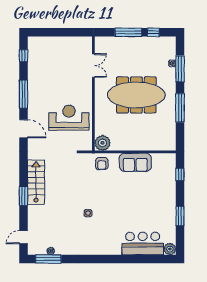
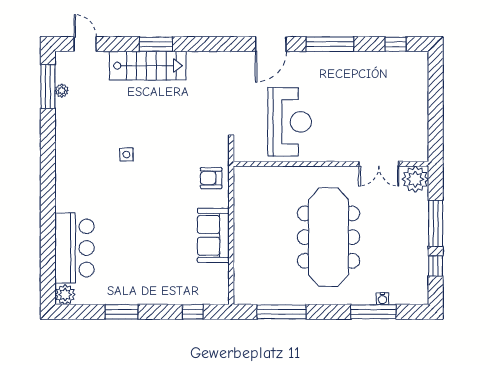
window: (180, 108) -> (282, 312), moved
plant: (102, 143) -> (415, 179), moved
stairs: (36, 182) -> (148, 66), moved

